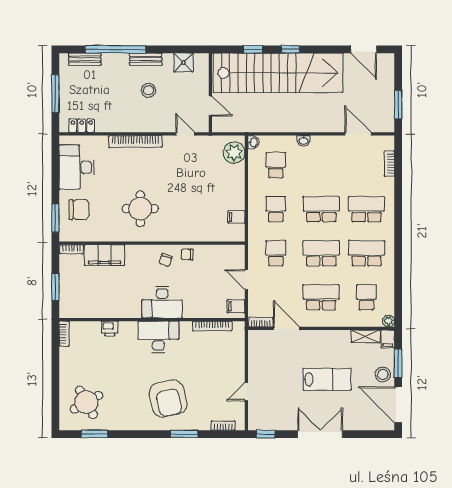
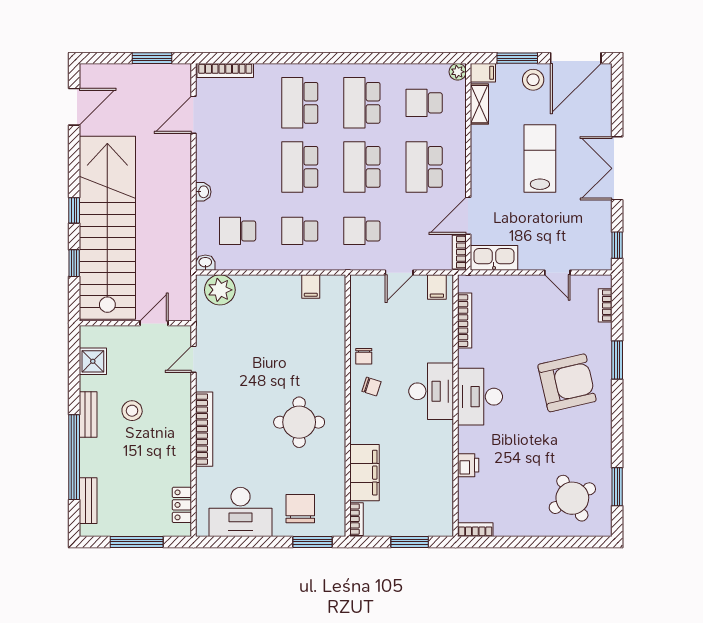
bookcase: (389, 164) -> (225, 71), width x1.56
kitchen sink: (257, 347) -> (494, 258), added

